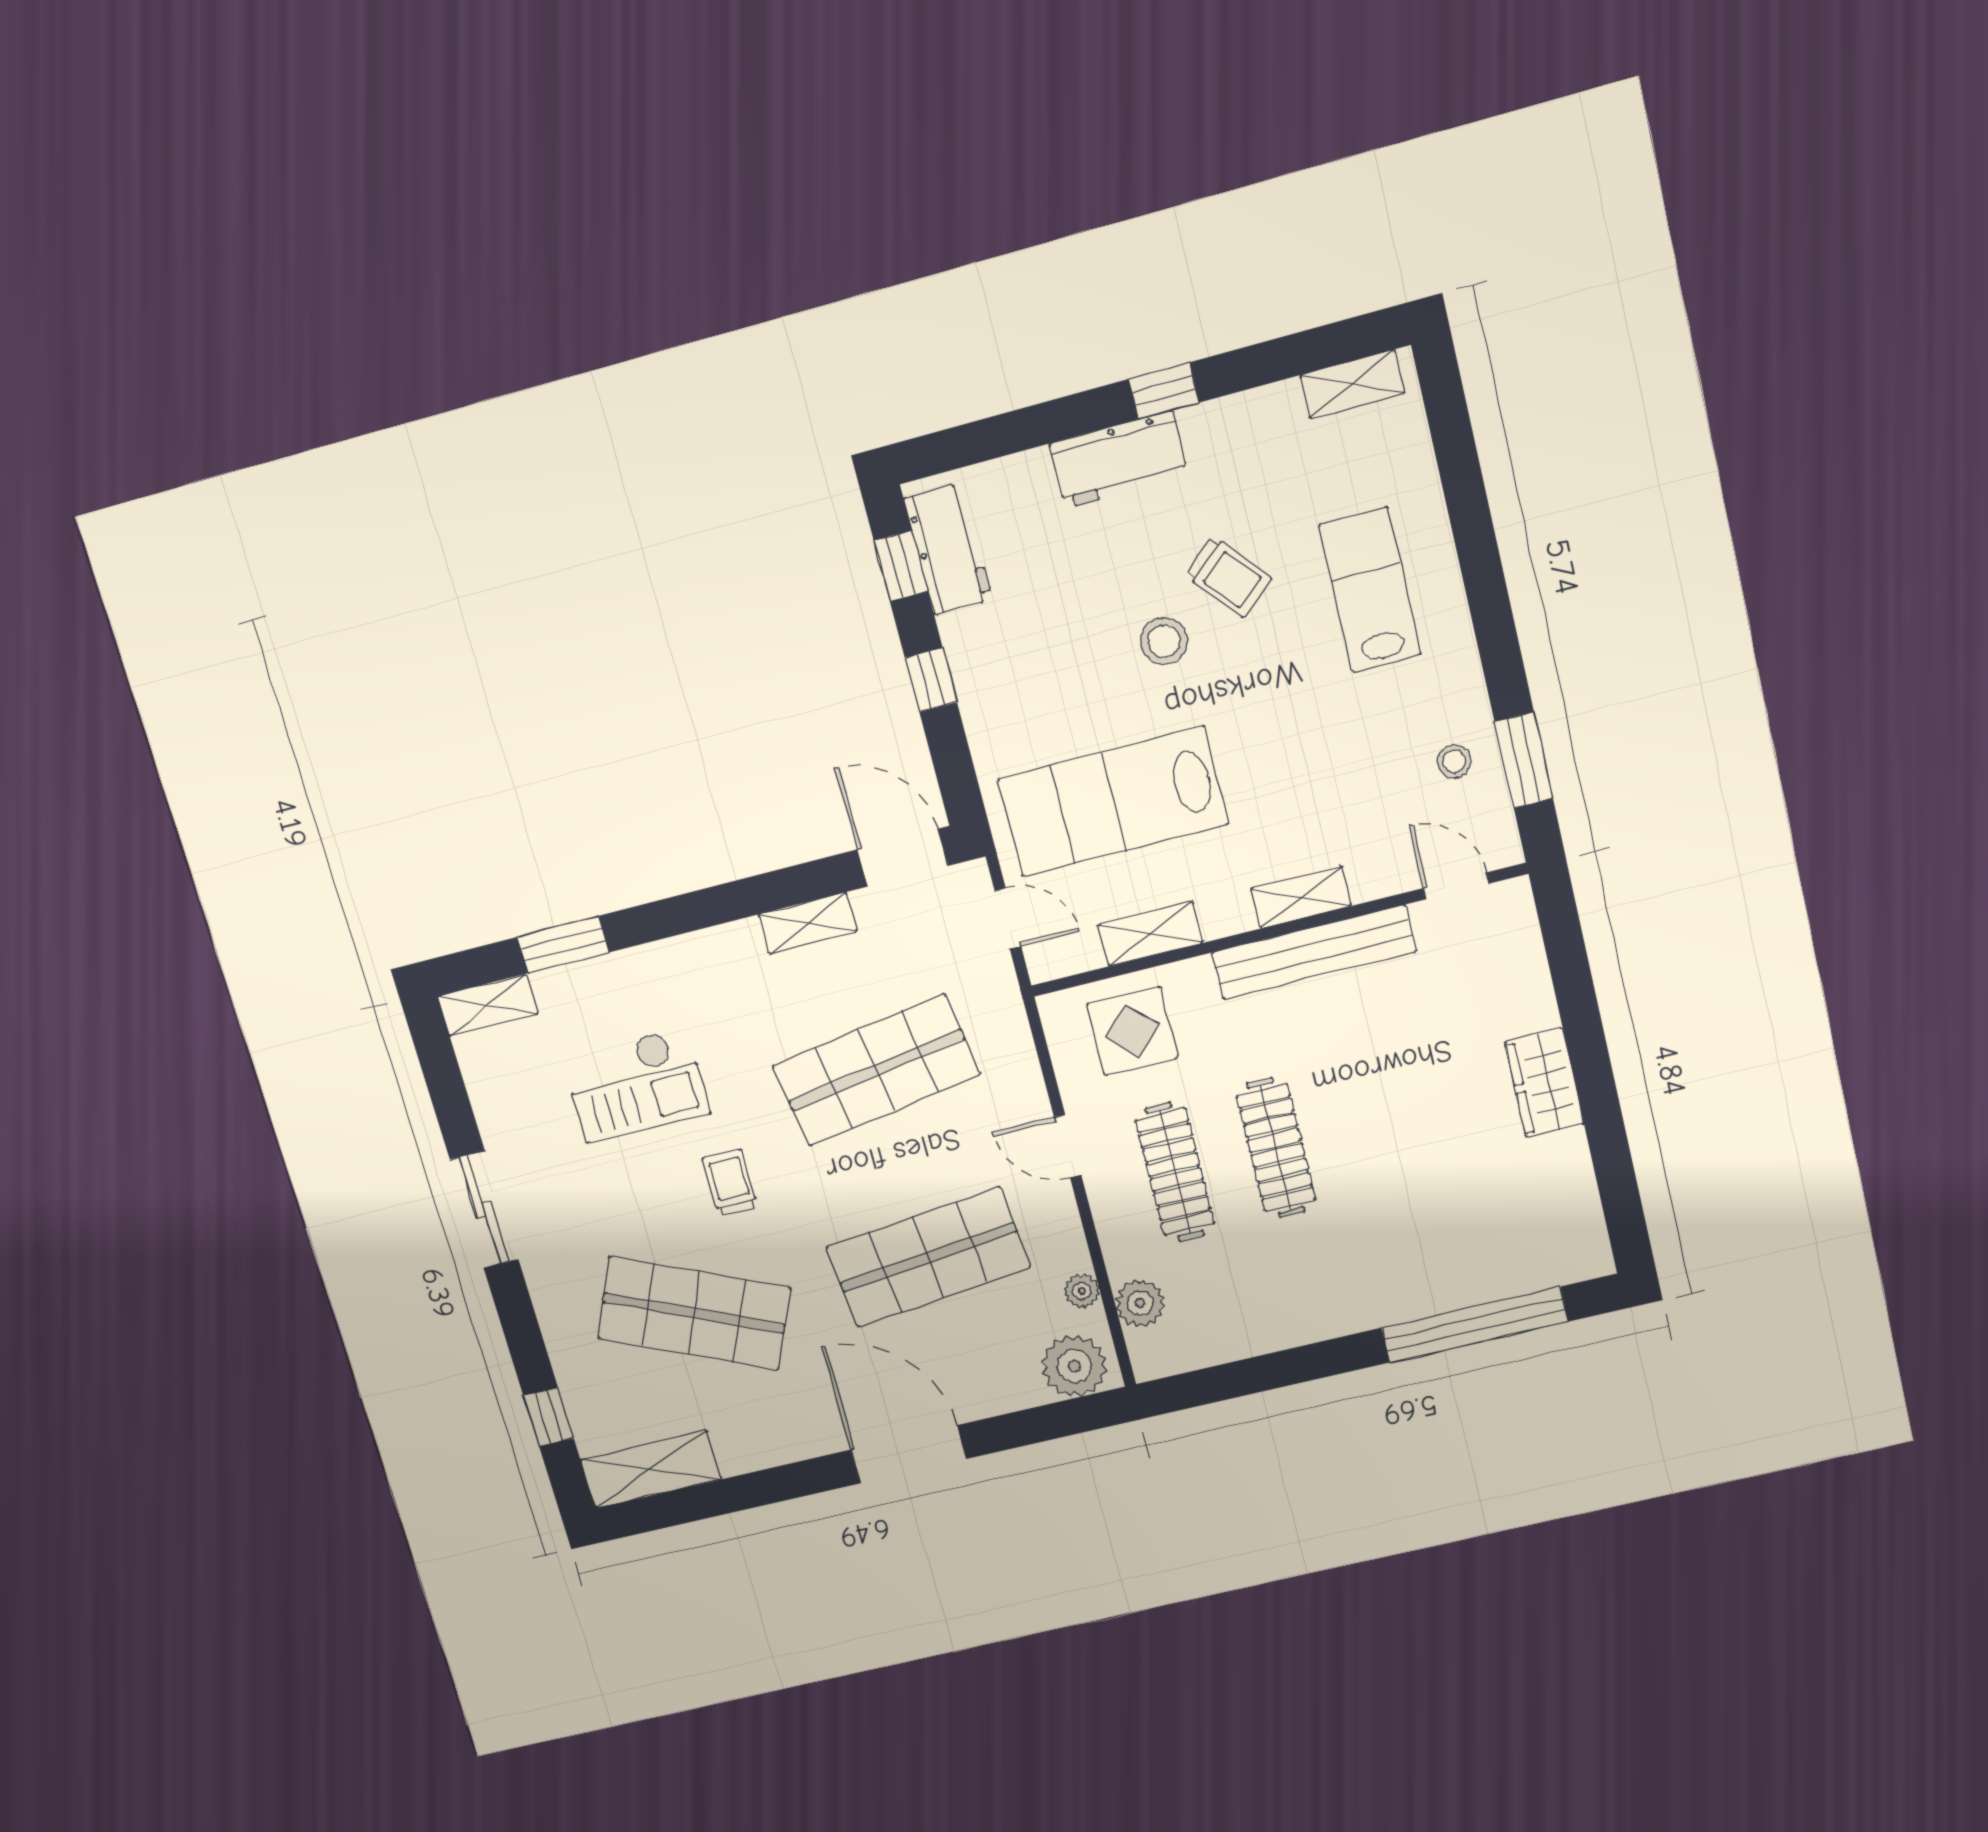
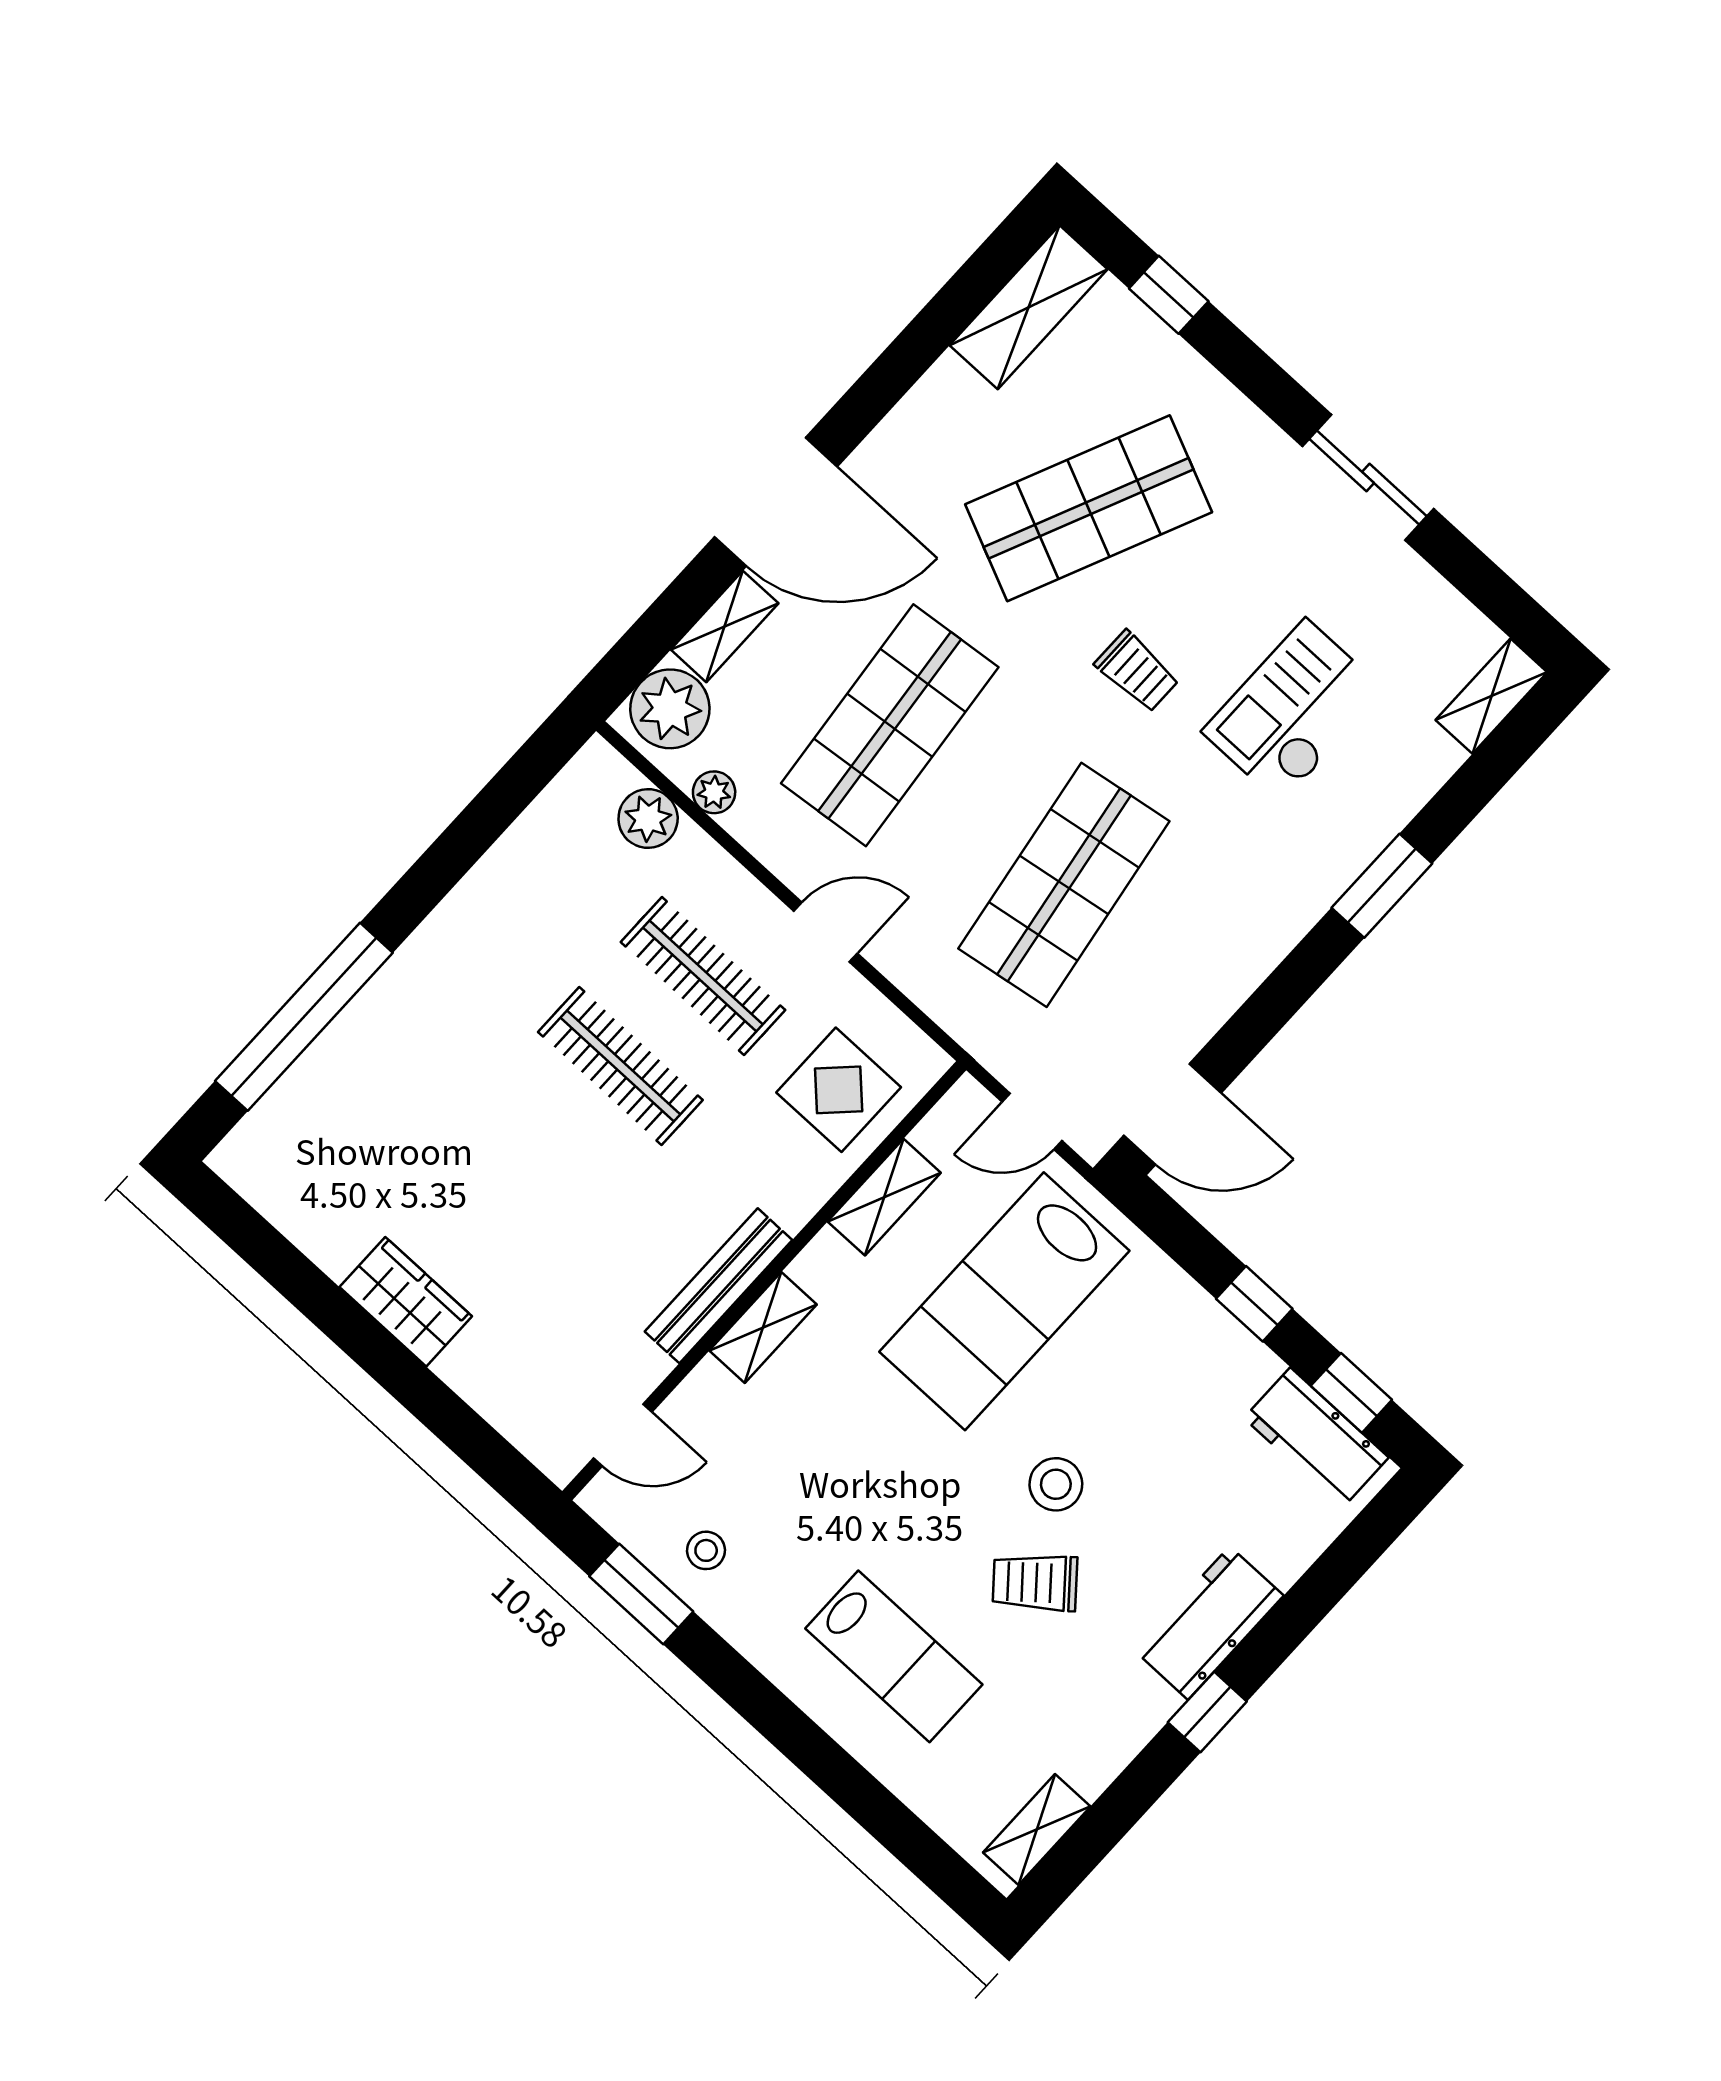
lab bench: (1113, 802) -> (1004, 1301), turned 180
shelving: (808, 923) -> (725, 626), moved
window: (563, 945) -> (1382, 886), moved
bench: (1314, 952) -> (719, 1286), width x0.73, depth x0.82

